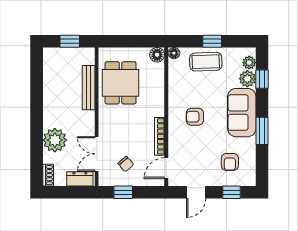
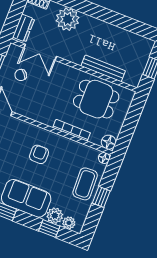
bookcase: (160, 136) -> (72, 130), moved
double door: (97, 154) -> (40, 52), swing flipped

